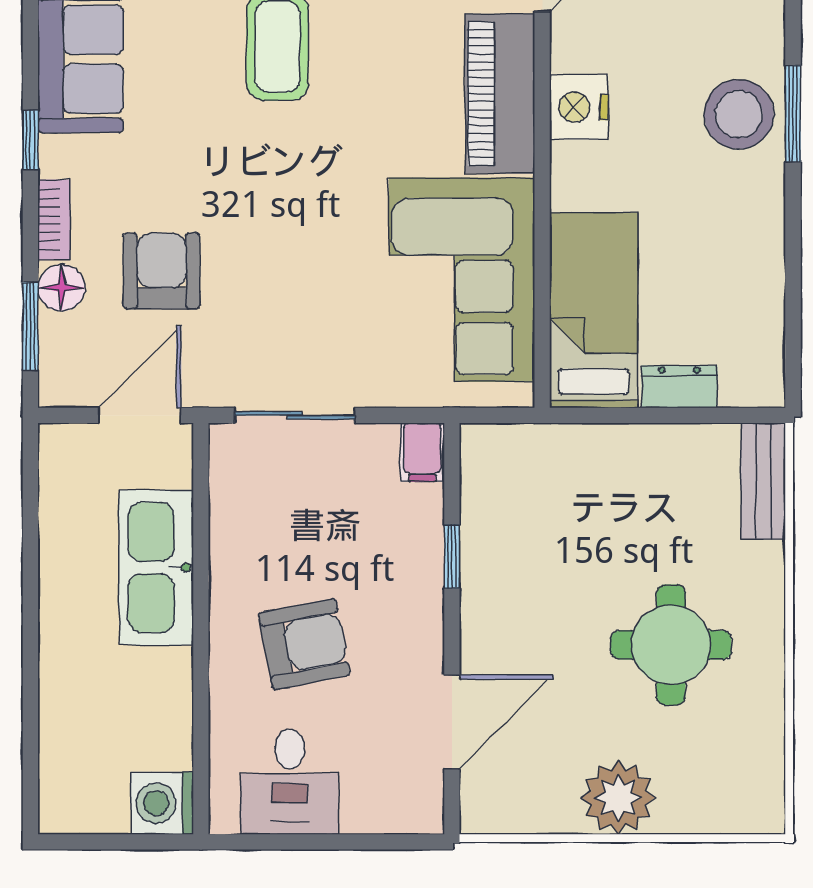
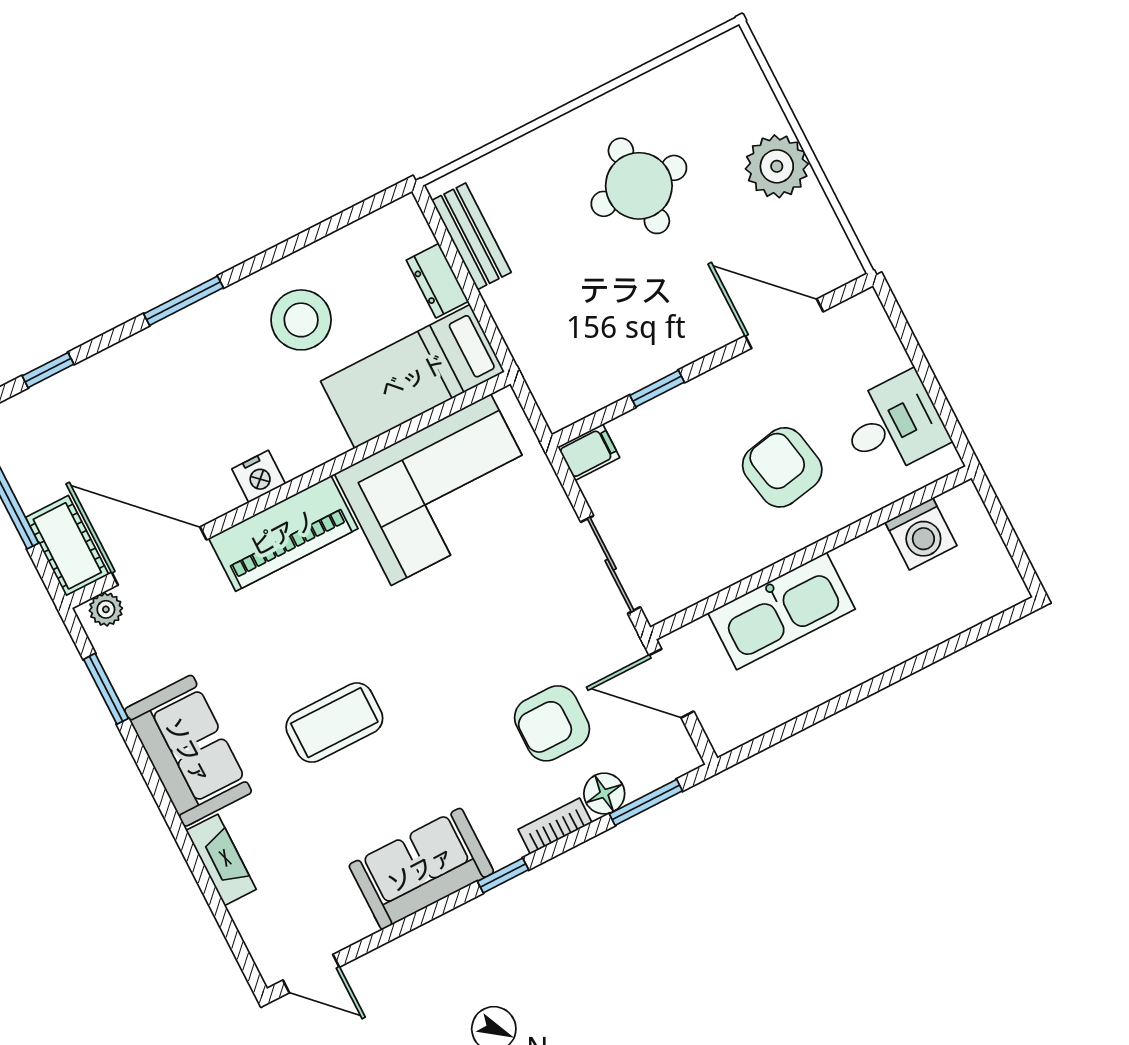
nightstand: (579, 107) -> (259, 476), width x0.74, depth x0.75
stool: (739, 114) -> (301, 320), moved
bench: (763, 481) -> (471, 236), moved, turned 90
washing machine: (162, 803) -> (921, 534), moved

